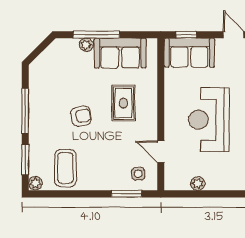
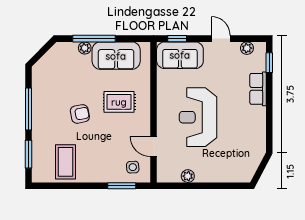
rug: (123, 103) -> (119, 102), turned 90
plant: (35, 183) -> (38, 176), removed

